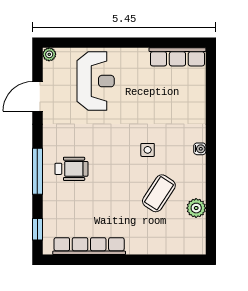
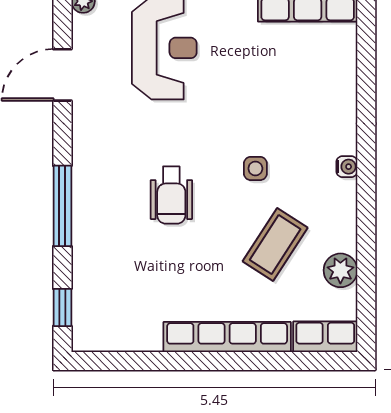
wheelchair: (71, 169) -> (171, 195), moved, turned 90
row of seats: (89, 246) -> (227, 337), moved
row of seats: (188, 246) -> (325, 337), added

